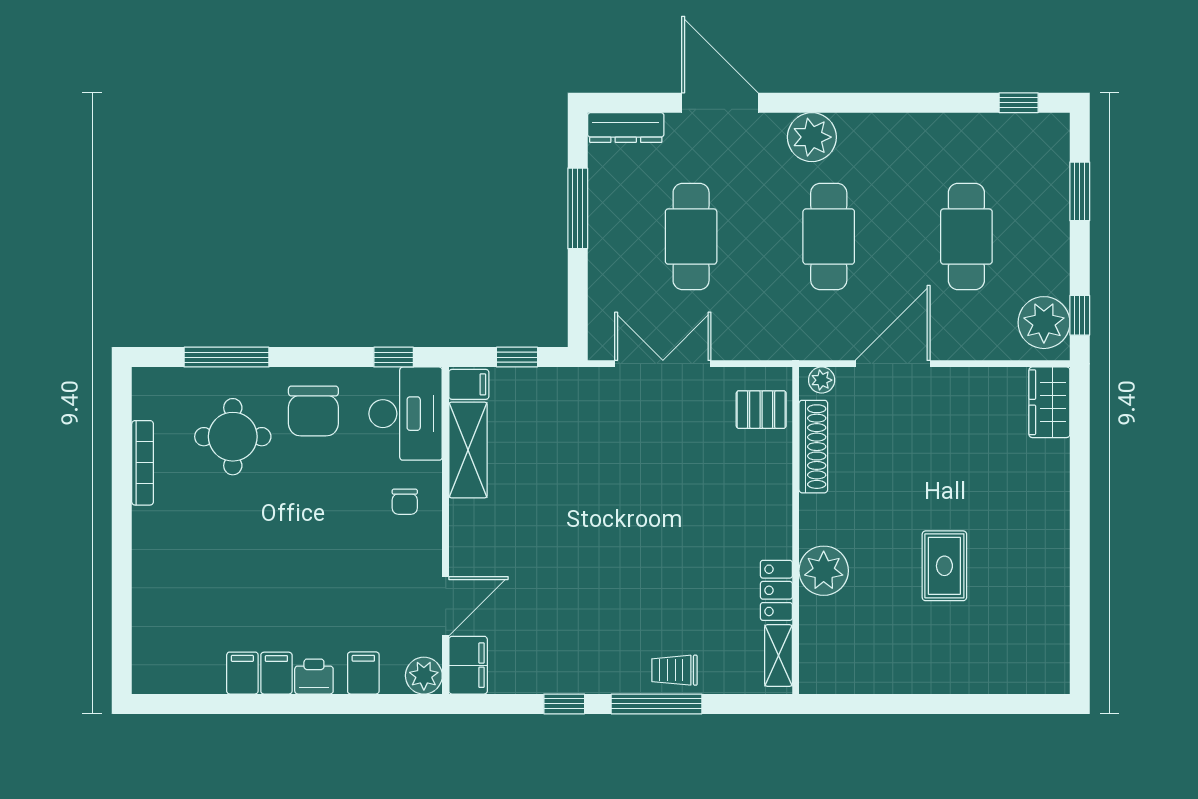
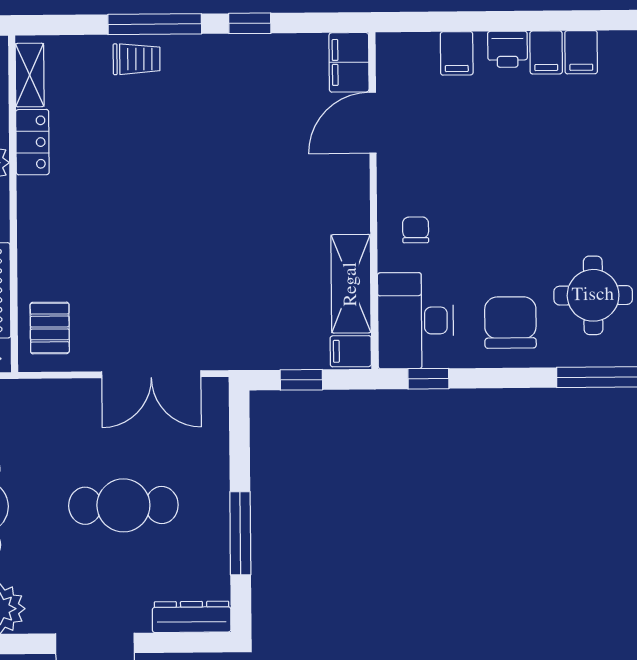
cafe table: (691, 237) -> (123, 505), turned 90
pallet: (761, 410) -> (50, 328), turned 90
plant: (424, 676) -> (394, 51), removed

